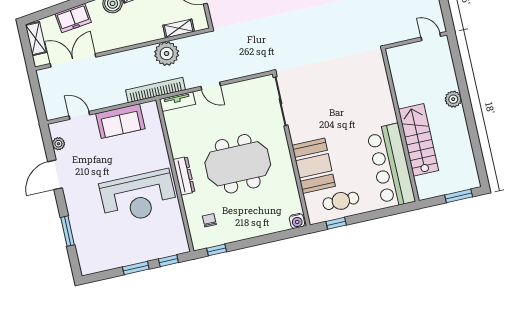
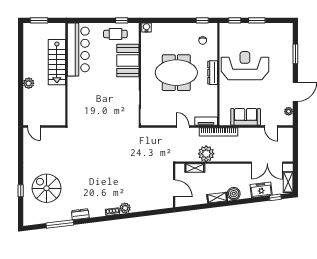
window: (50, 12) -> (275, 197), added

